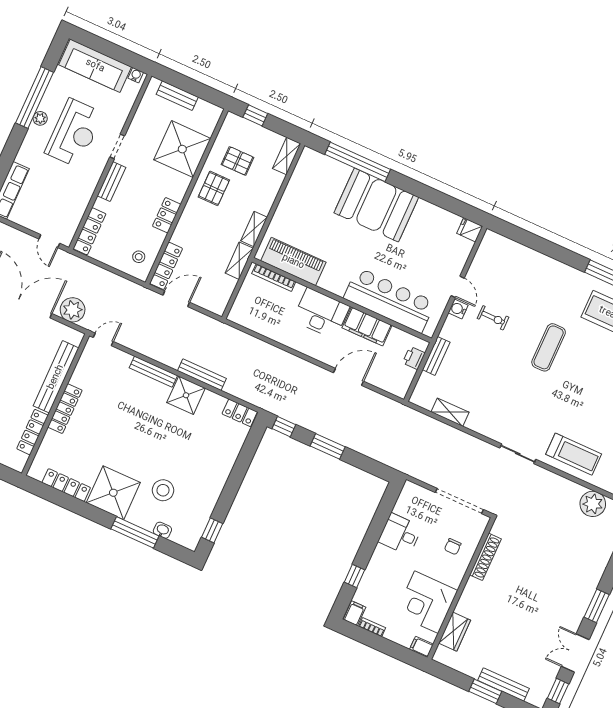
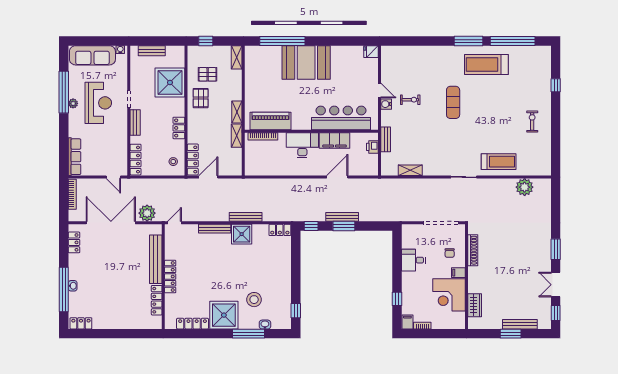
bench: (331, 433) -> (342, 217), added
filing cabinet: (421, 647) -> (458, 273), moved

